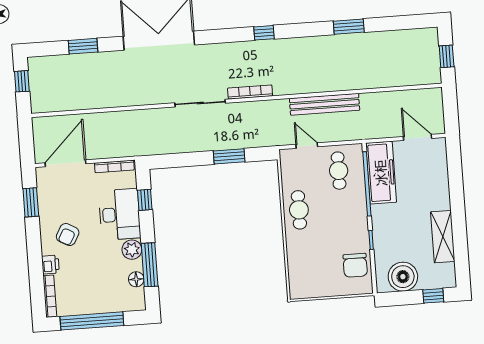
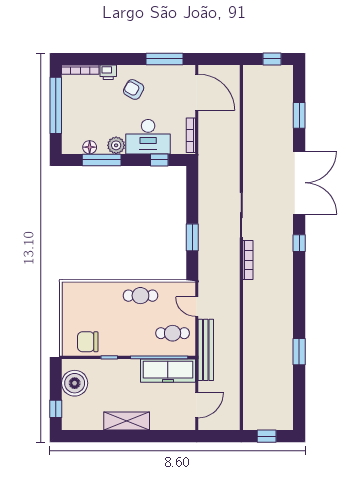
window: (264, 33) -> (299, 243), moved
bench: (325, 104) -> (206, 350), moved
door: (307, 146) -> (197, 307), swing flipped
window: (31, 202) -> (164, 59), width x1.44
shelving: (443, 237) -> (127, 421), moved

